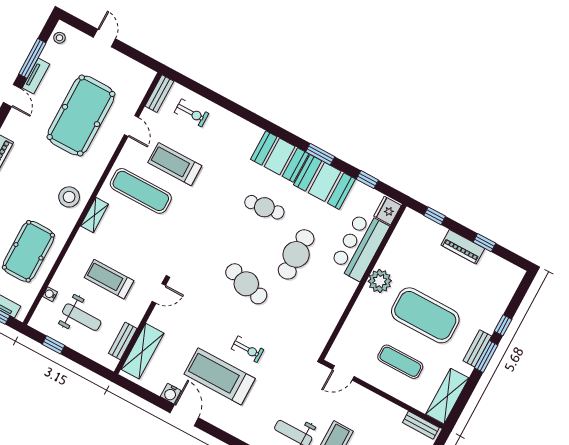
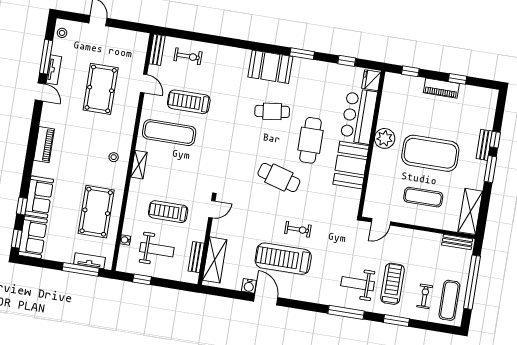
pool table: (81, 115) -> (101, 89), width x0.73, depth x0.76
booth: (325, 182) -> (351, 165), moved, turned 90
stool: (69, 197) -> (114, 157), width x0.53, depth x0.53
bench: (477, 348) -> (484, 145), moved

